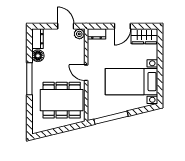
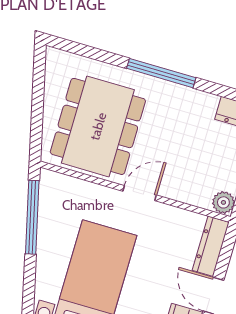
dresser: (97, 34) -> (211, 246), width x1.44
floor lamp: (38, 56) -> (203, 104), removed

